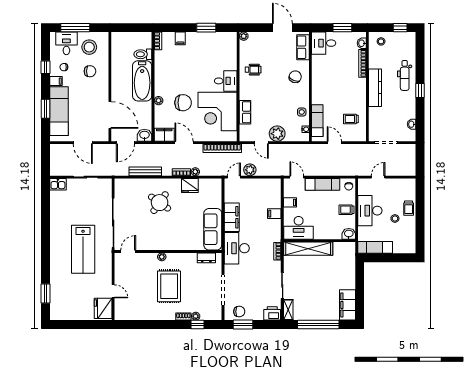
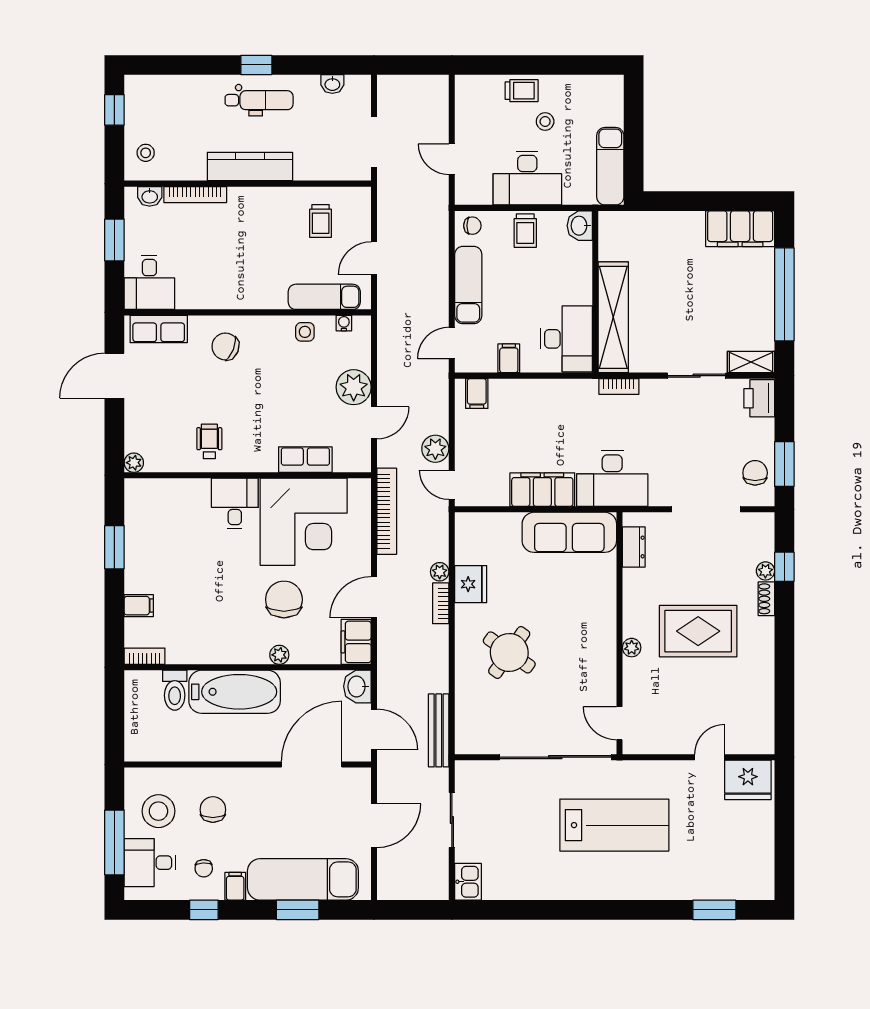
dental chair: (405, 75) -> (259, 100), moved
bench: (145, 171) -> (439, 730), moved
filing cabinet: (274, 214) -> (477, 393), moved

